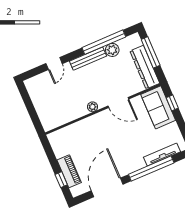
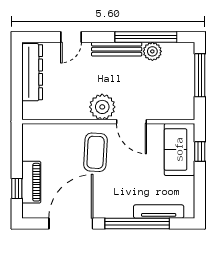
dresser: (145, 67) -> (32, 72), moved, turned 180
plant: (92, 107) -> (102, 107), width x1.88, depth x1.88
coffee table: (103, 133) -> (96, 152), added

